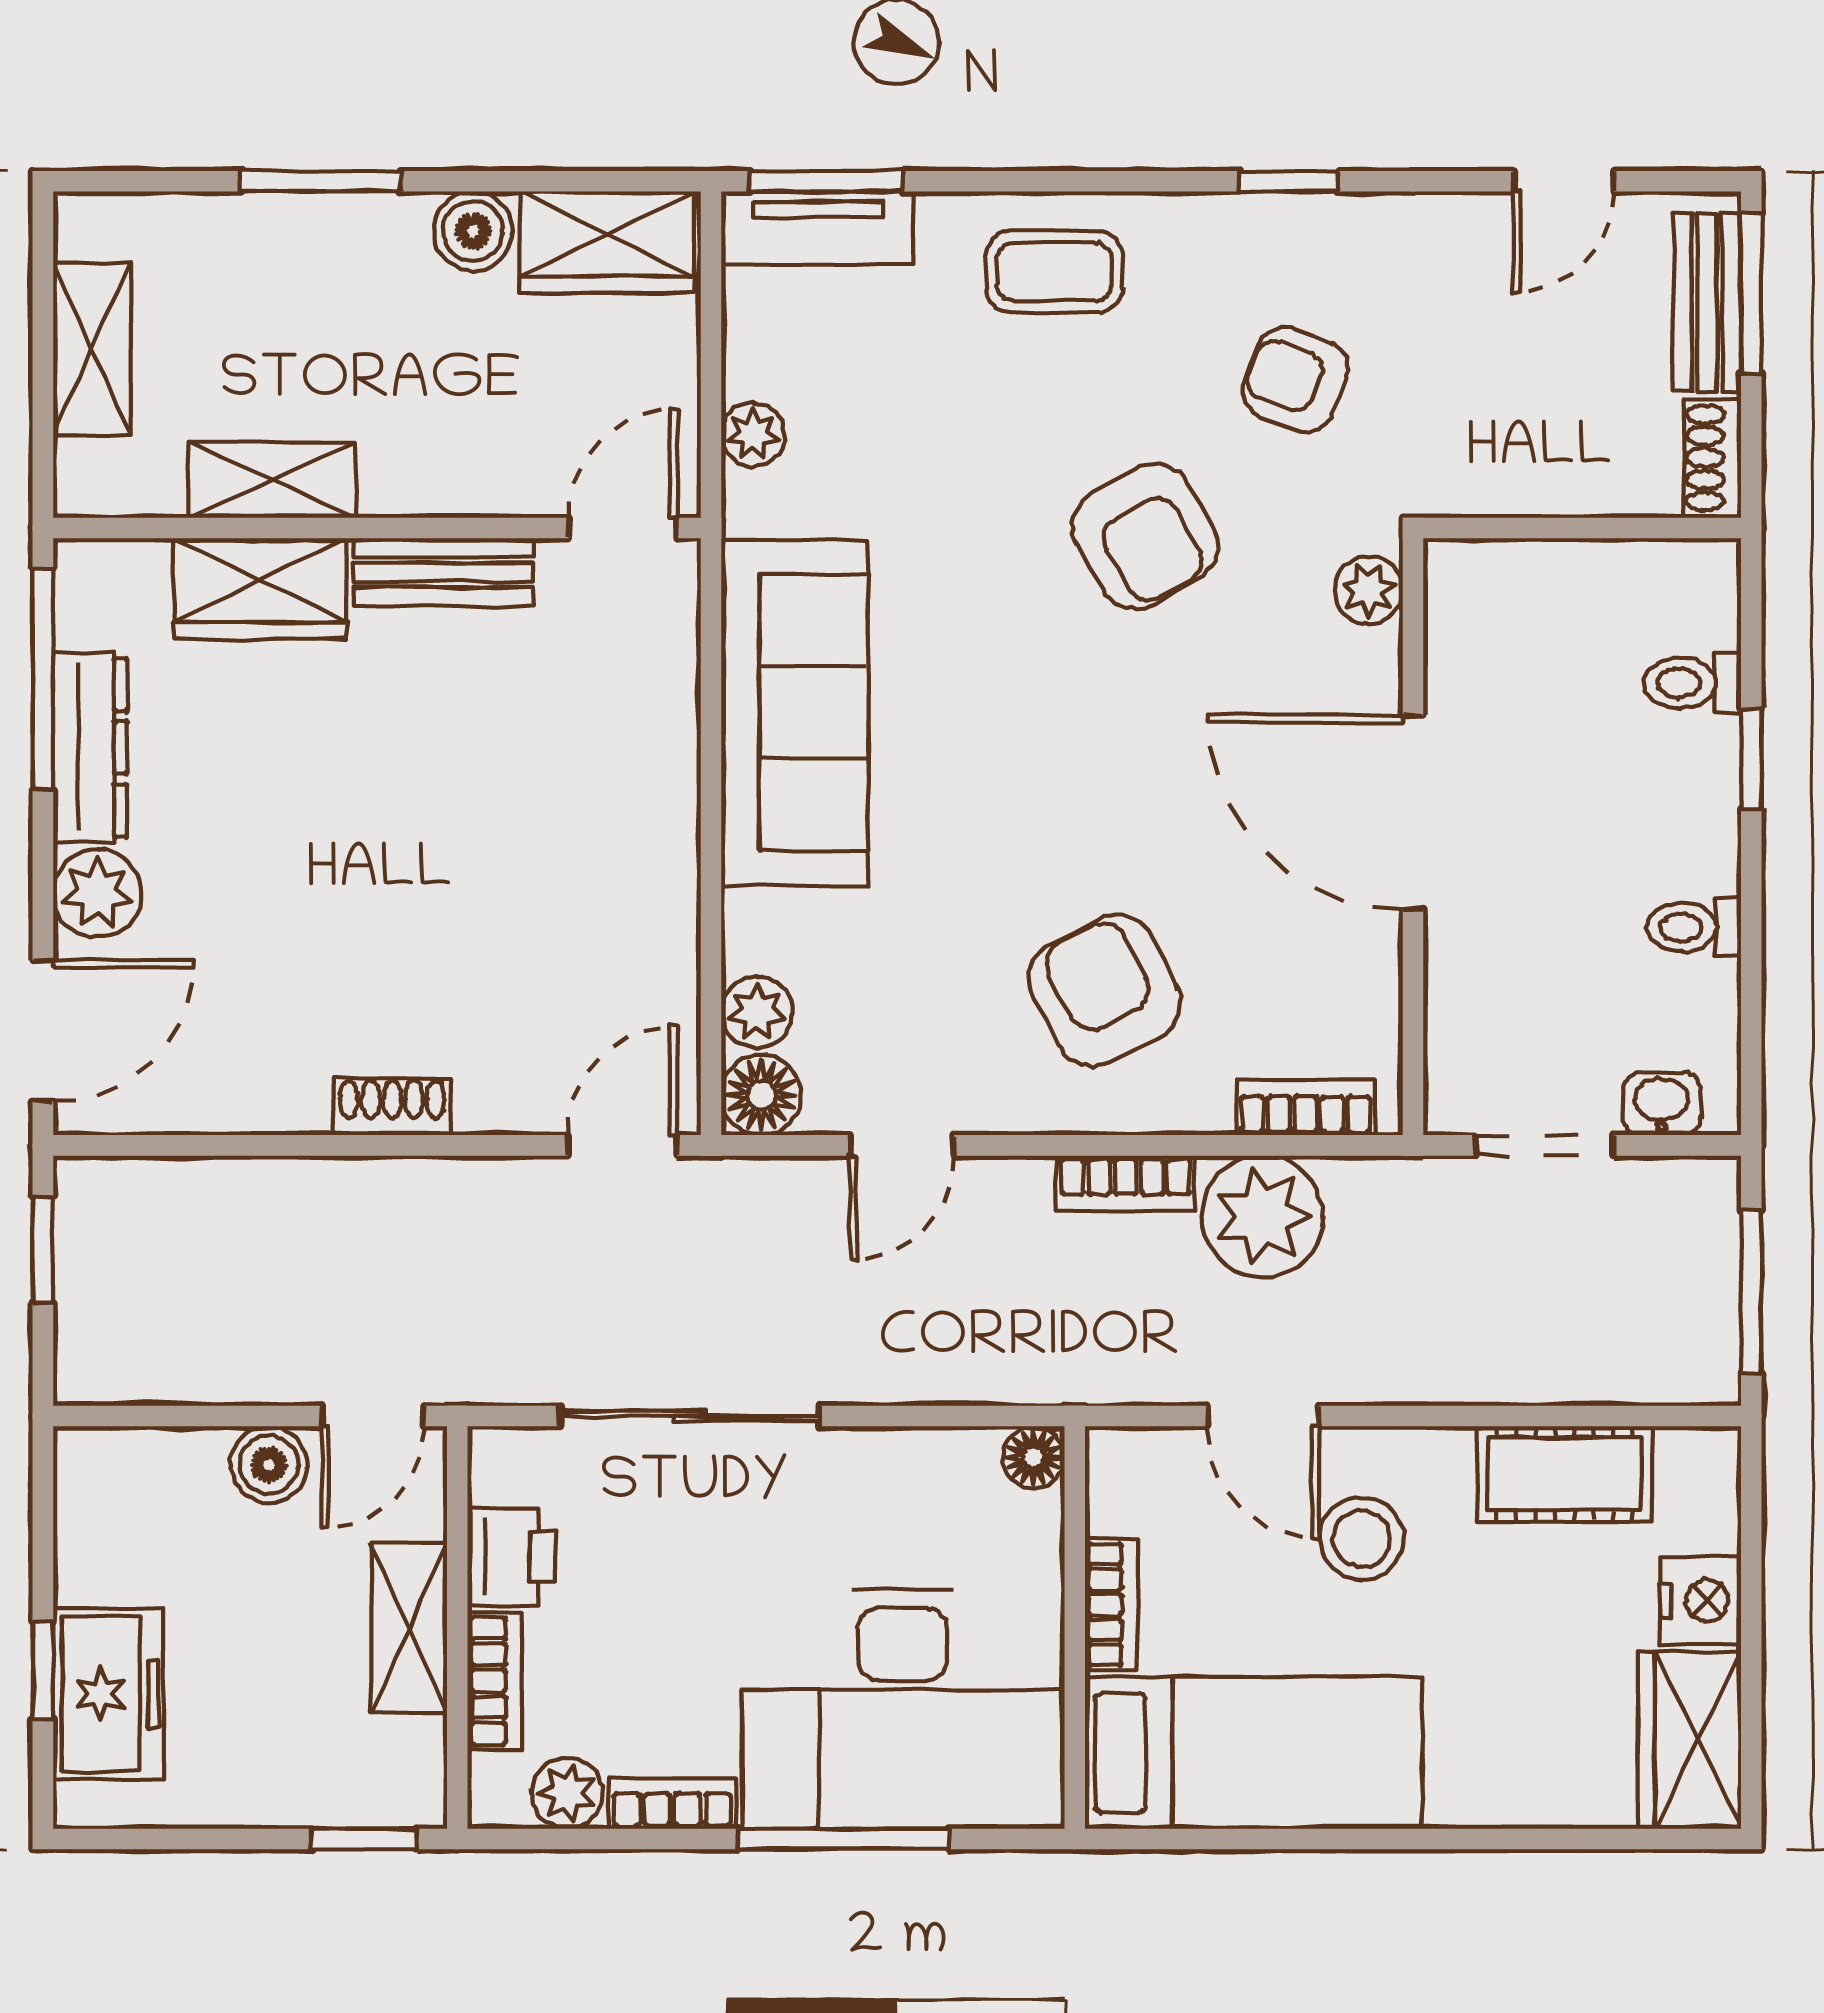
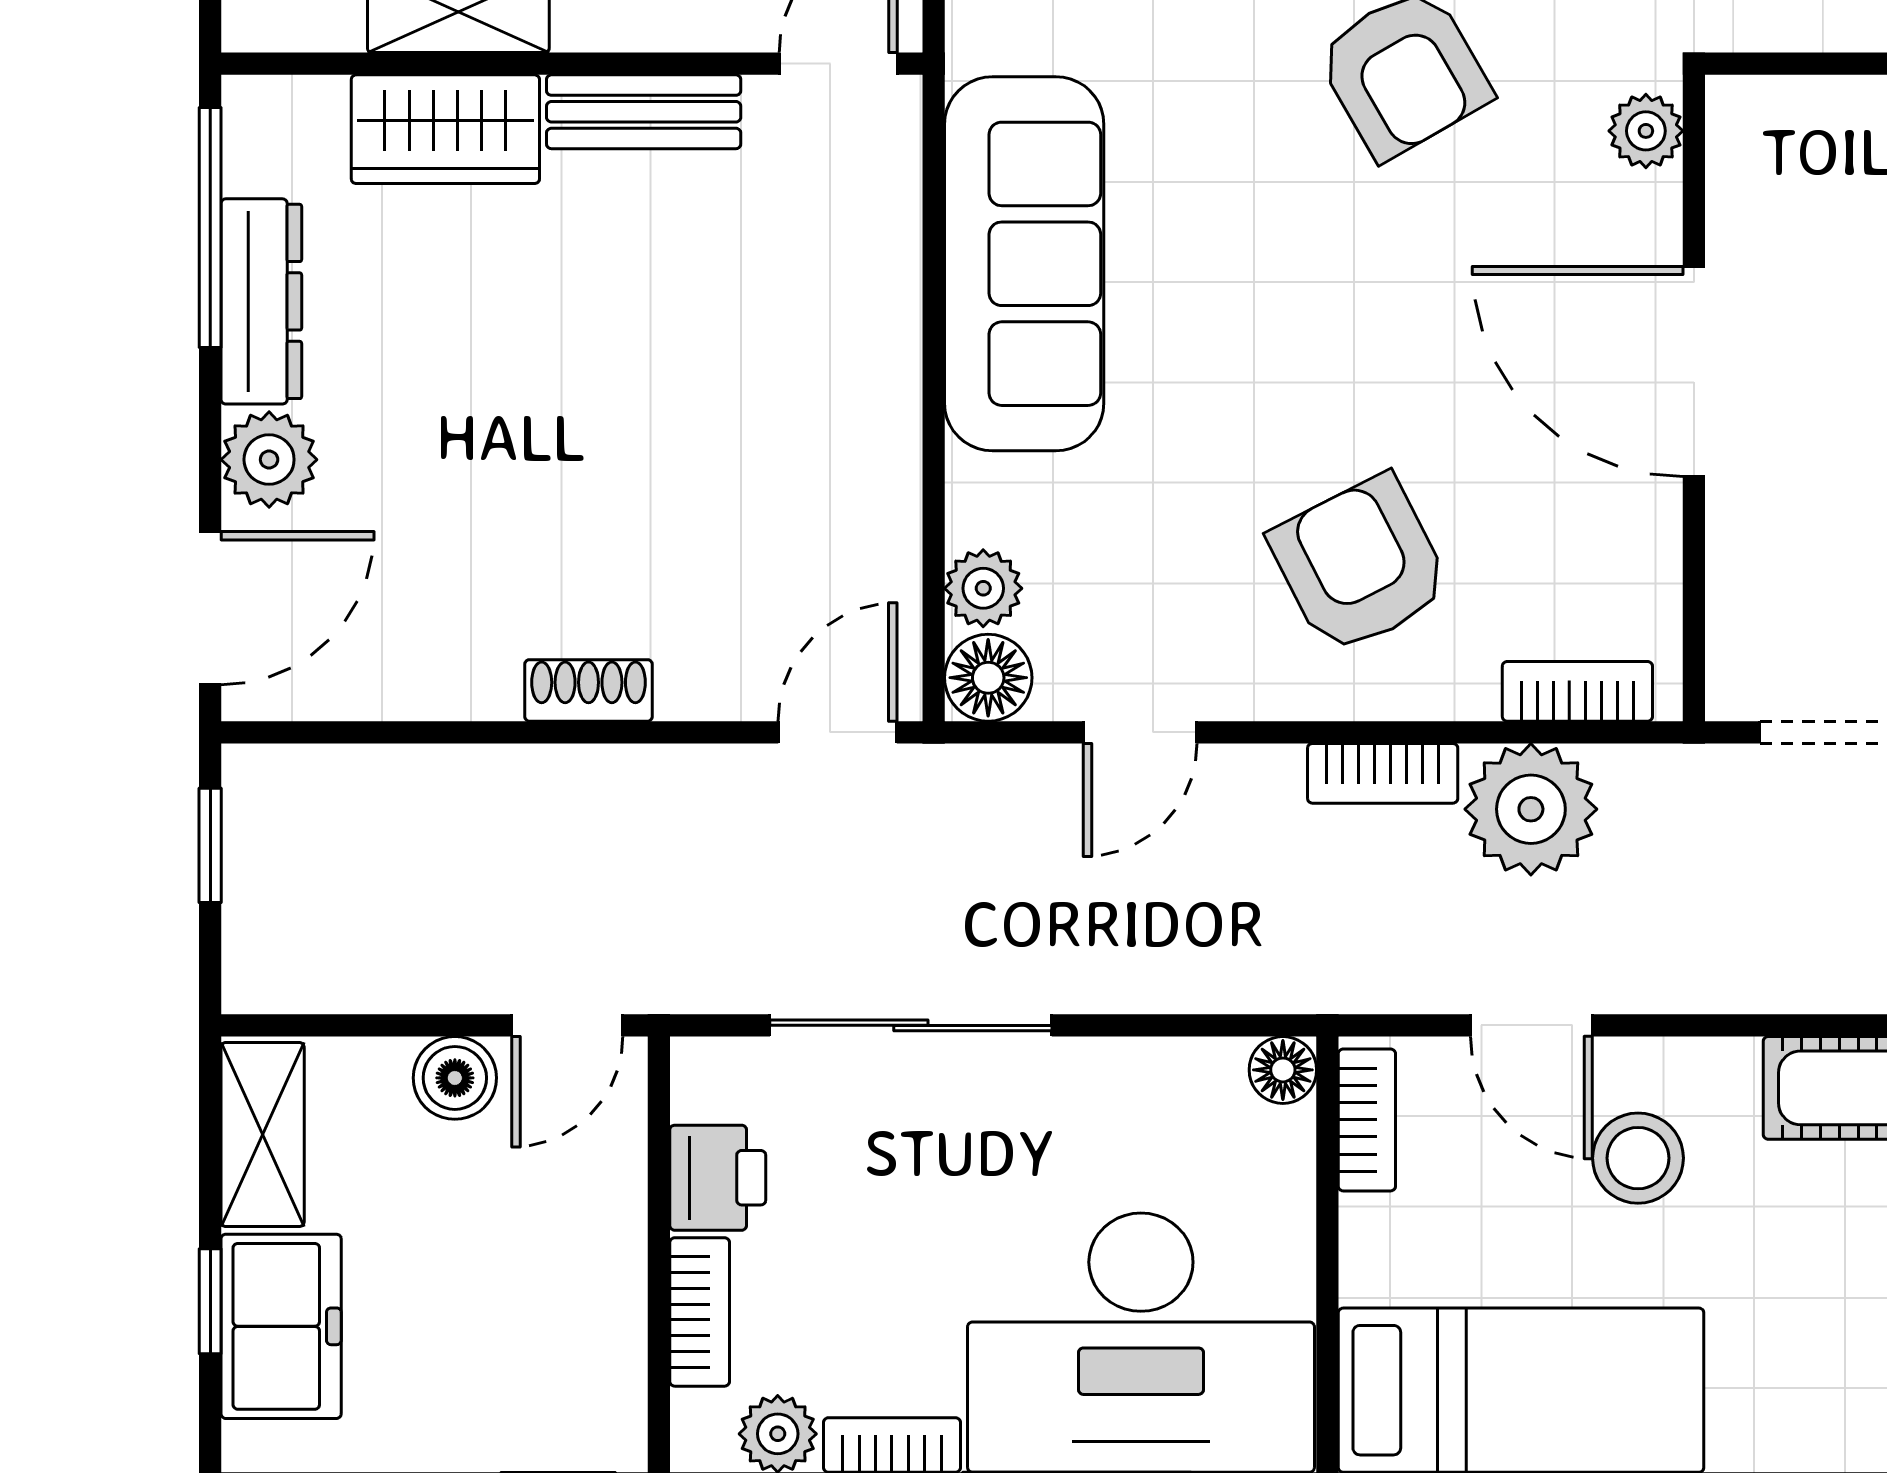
bookcase: (1111, 1605) -> (1367, 1120), moved
shelving: (409, 1628) -> (263, 1135), moved

